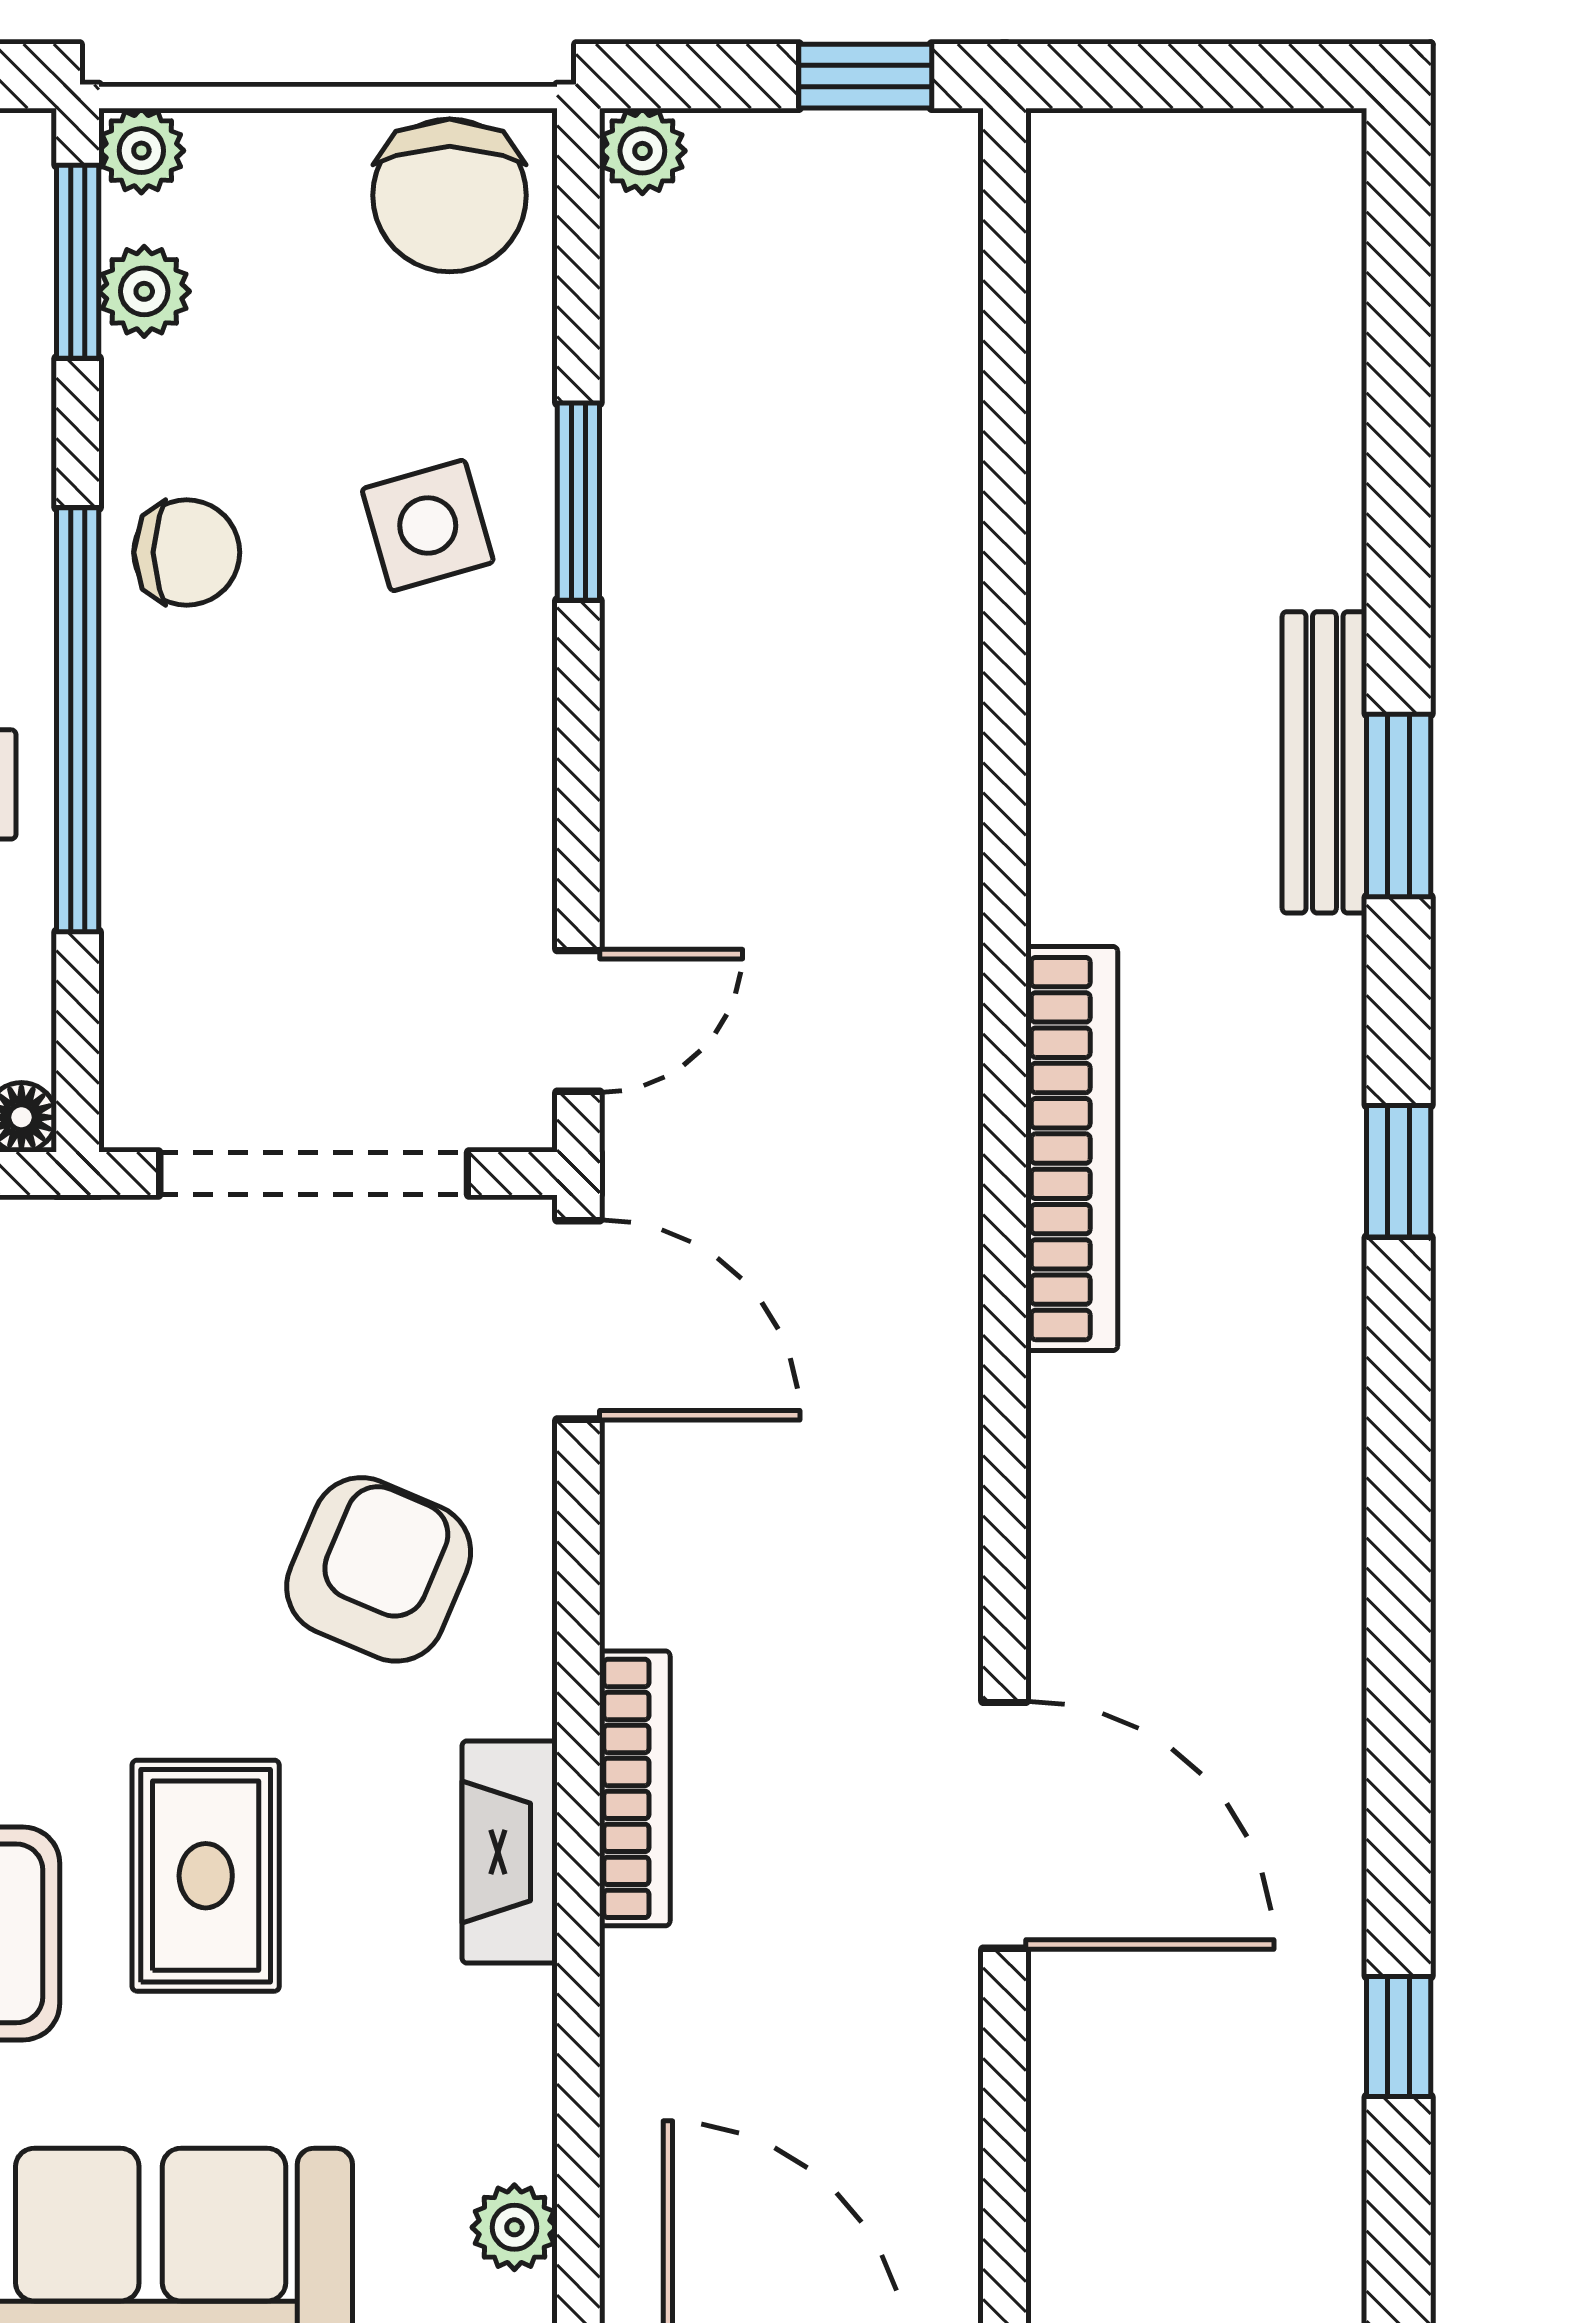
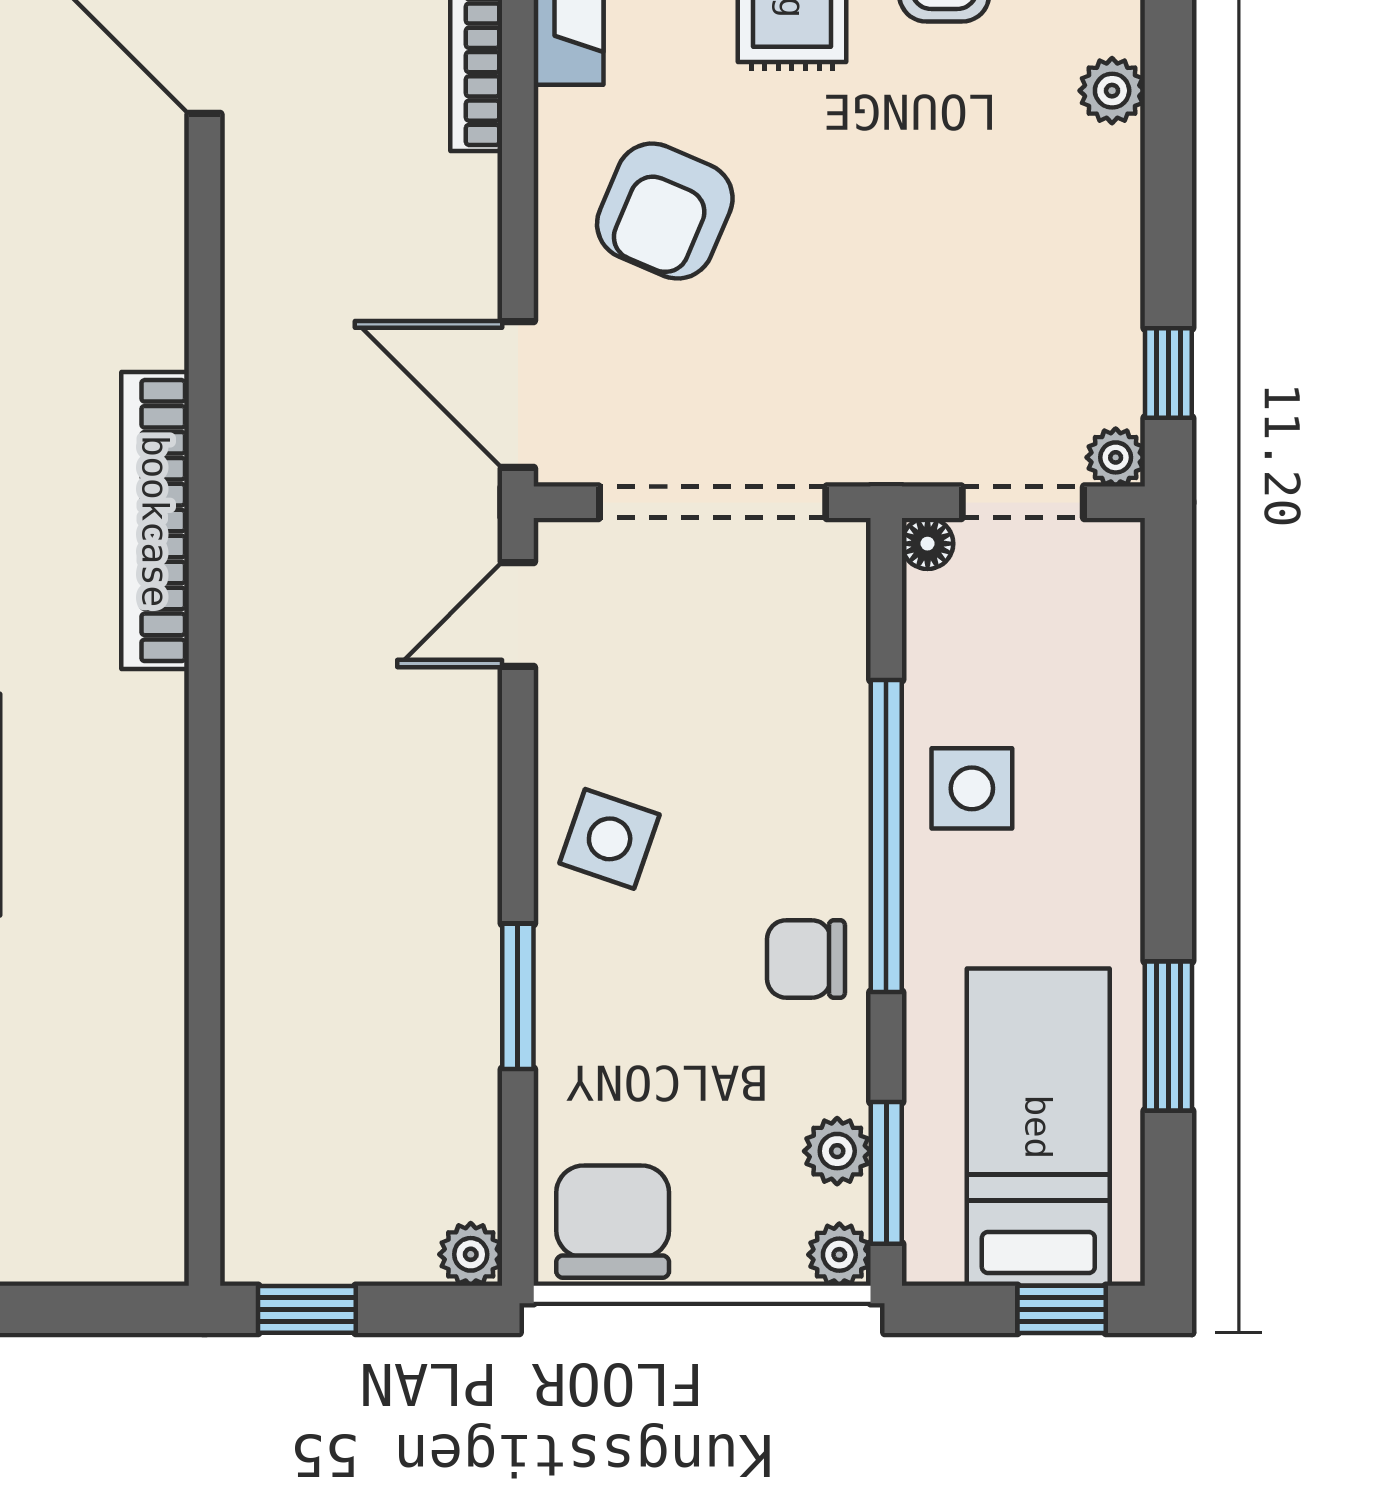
side table: (428, 525) -> (610, 839), moved, turned 35

